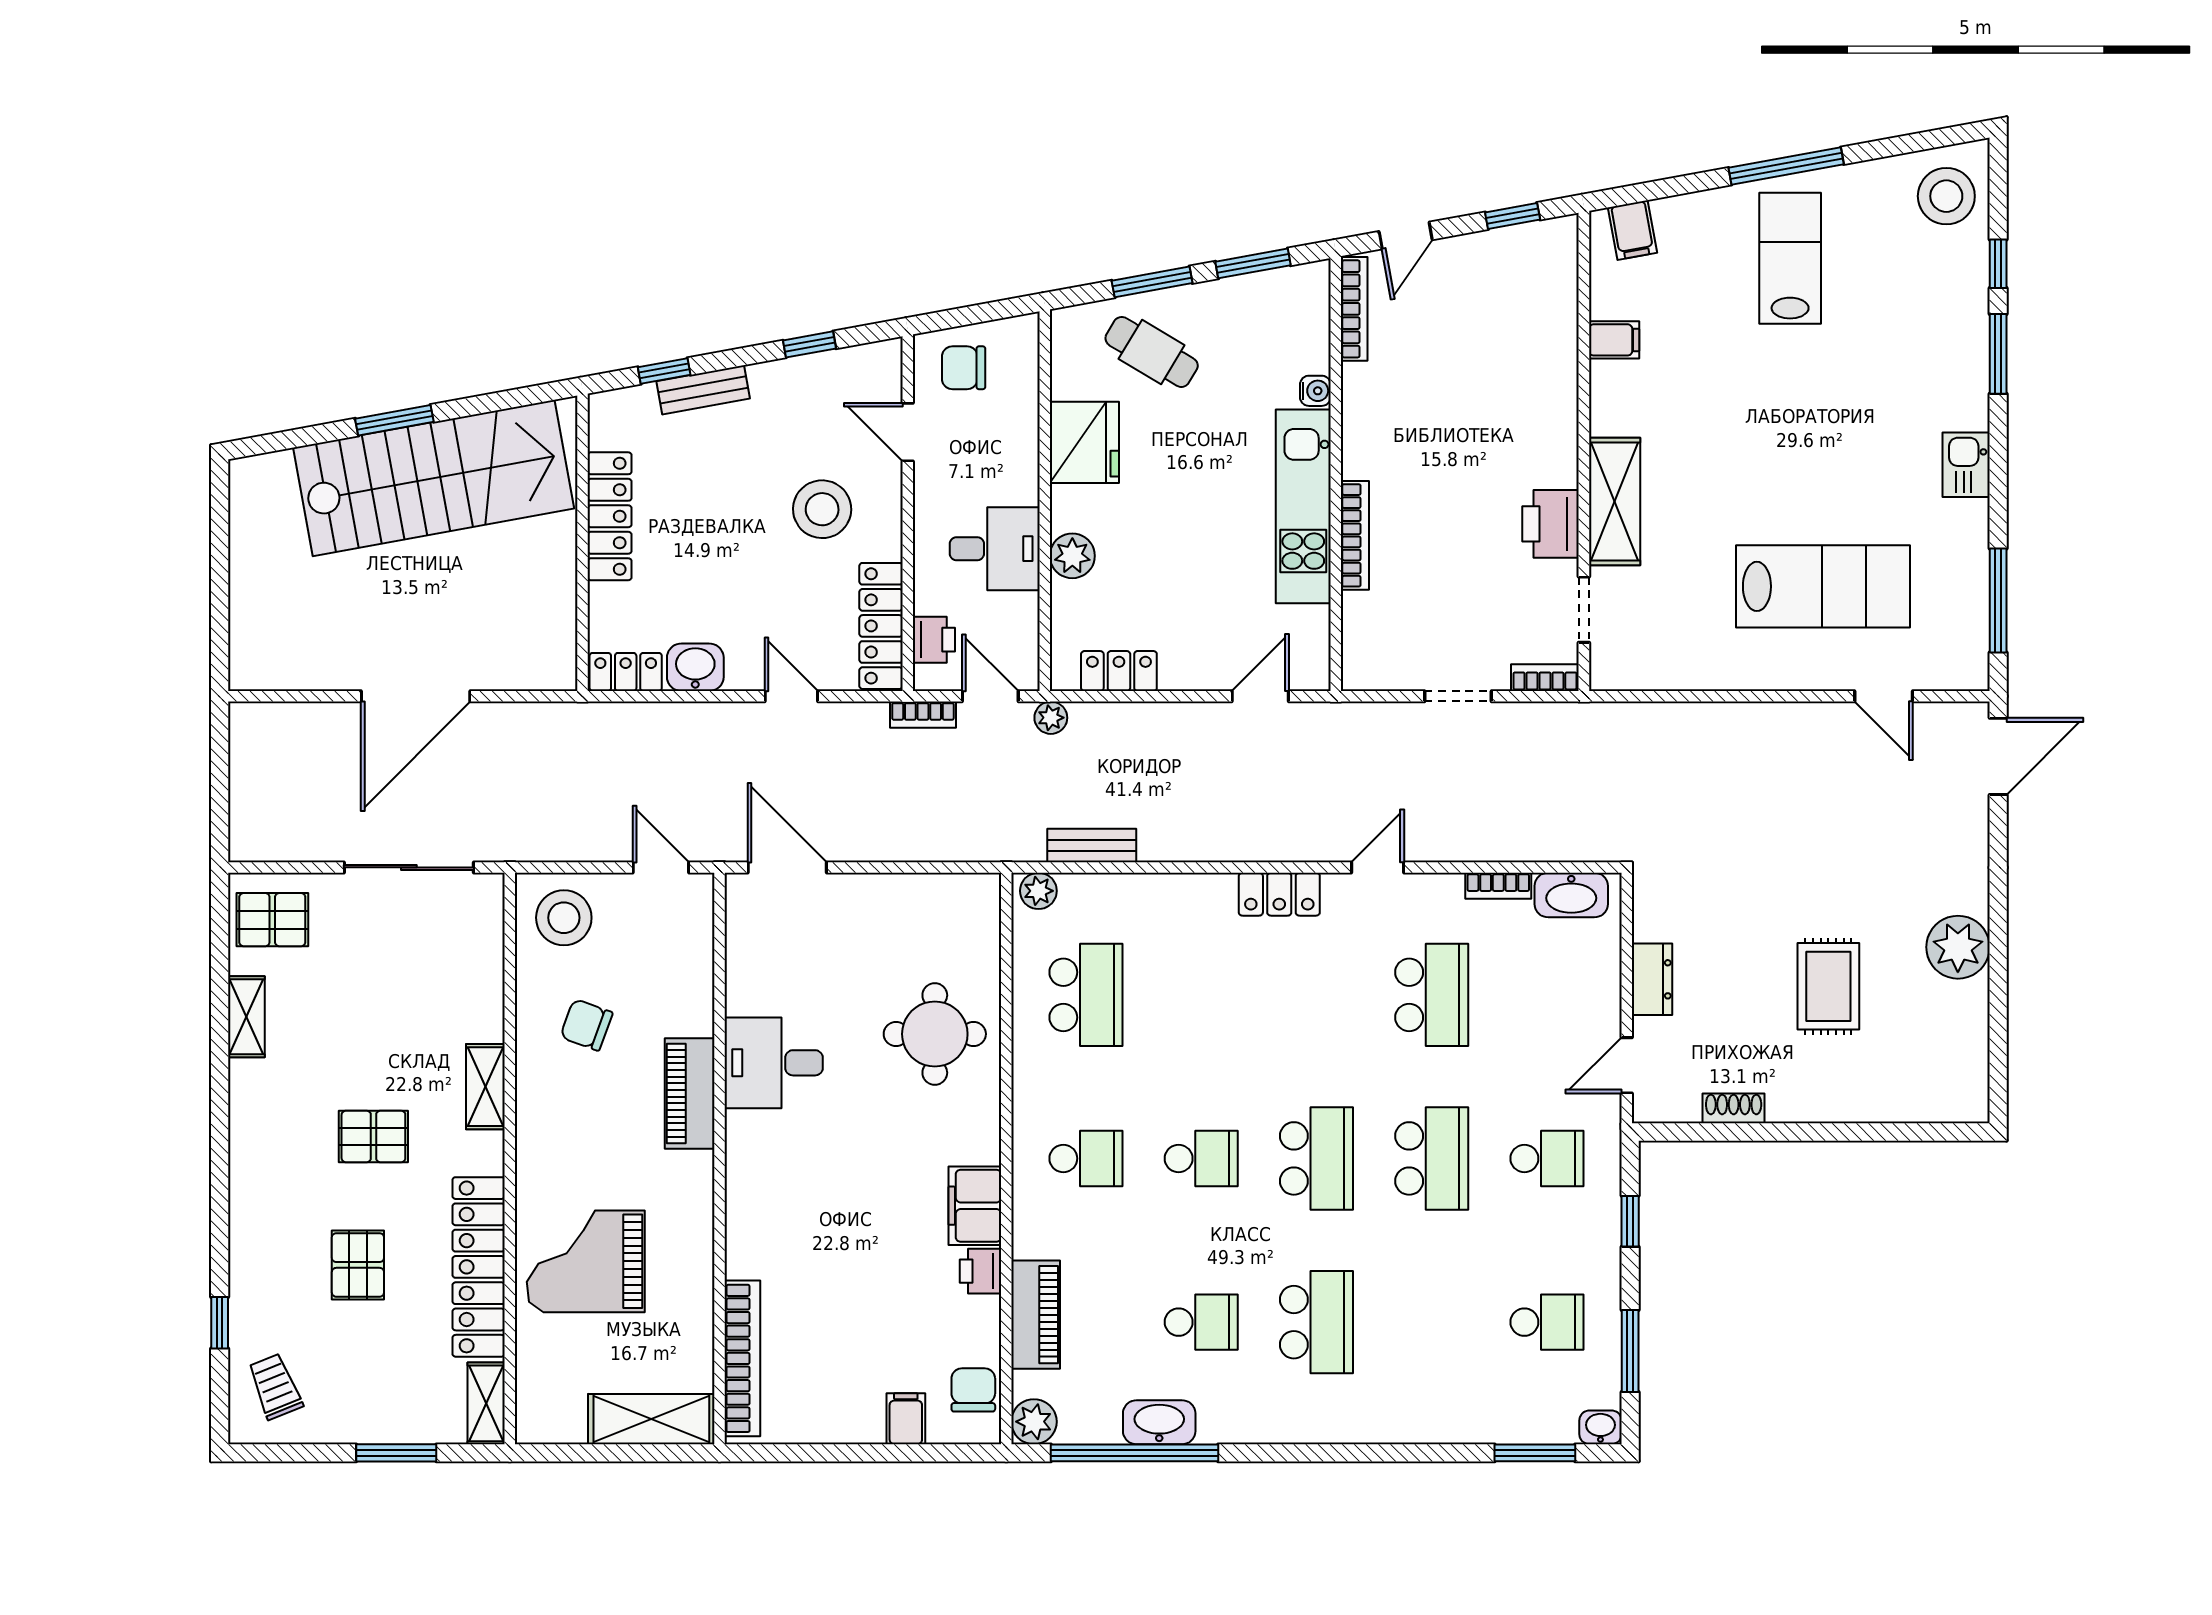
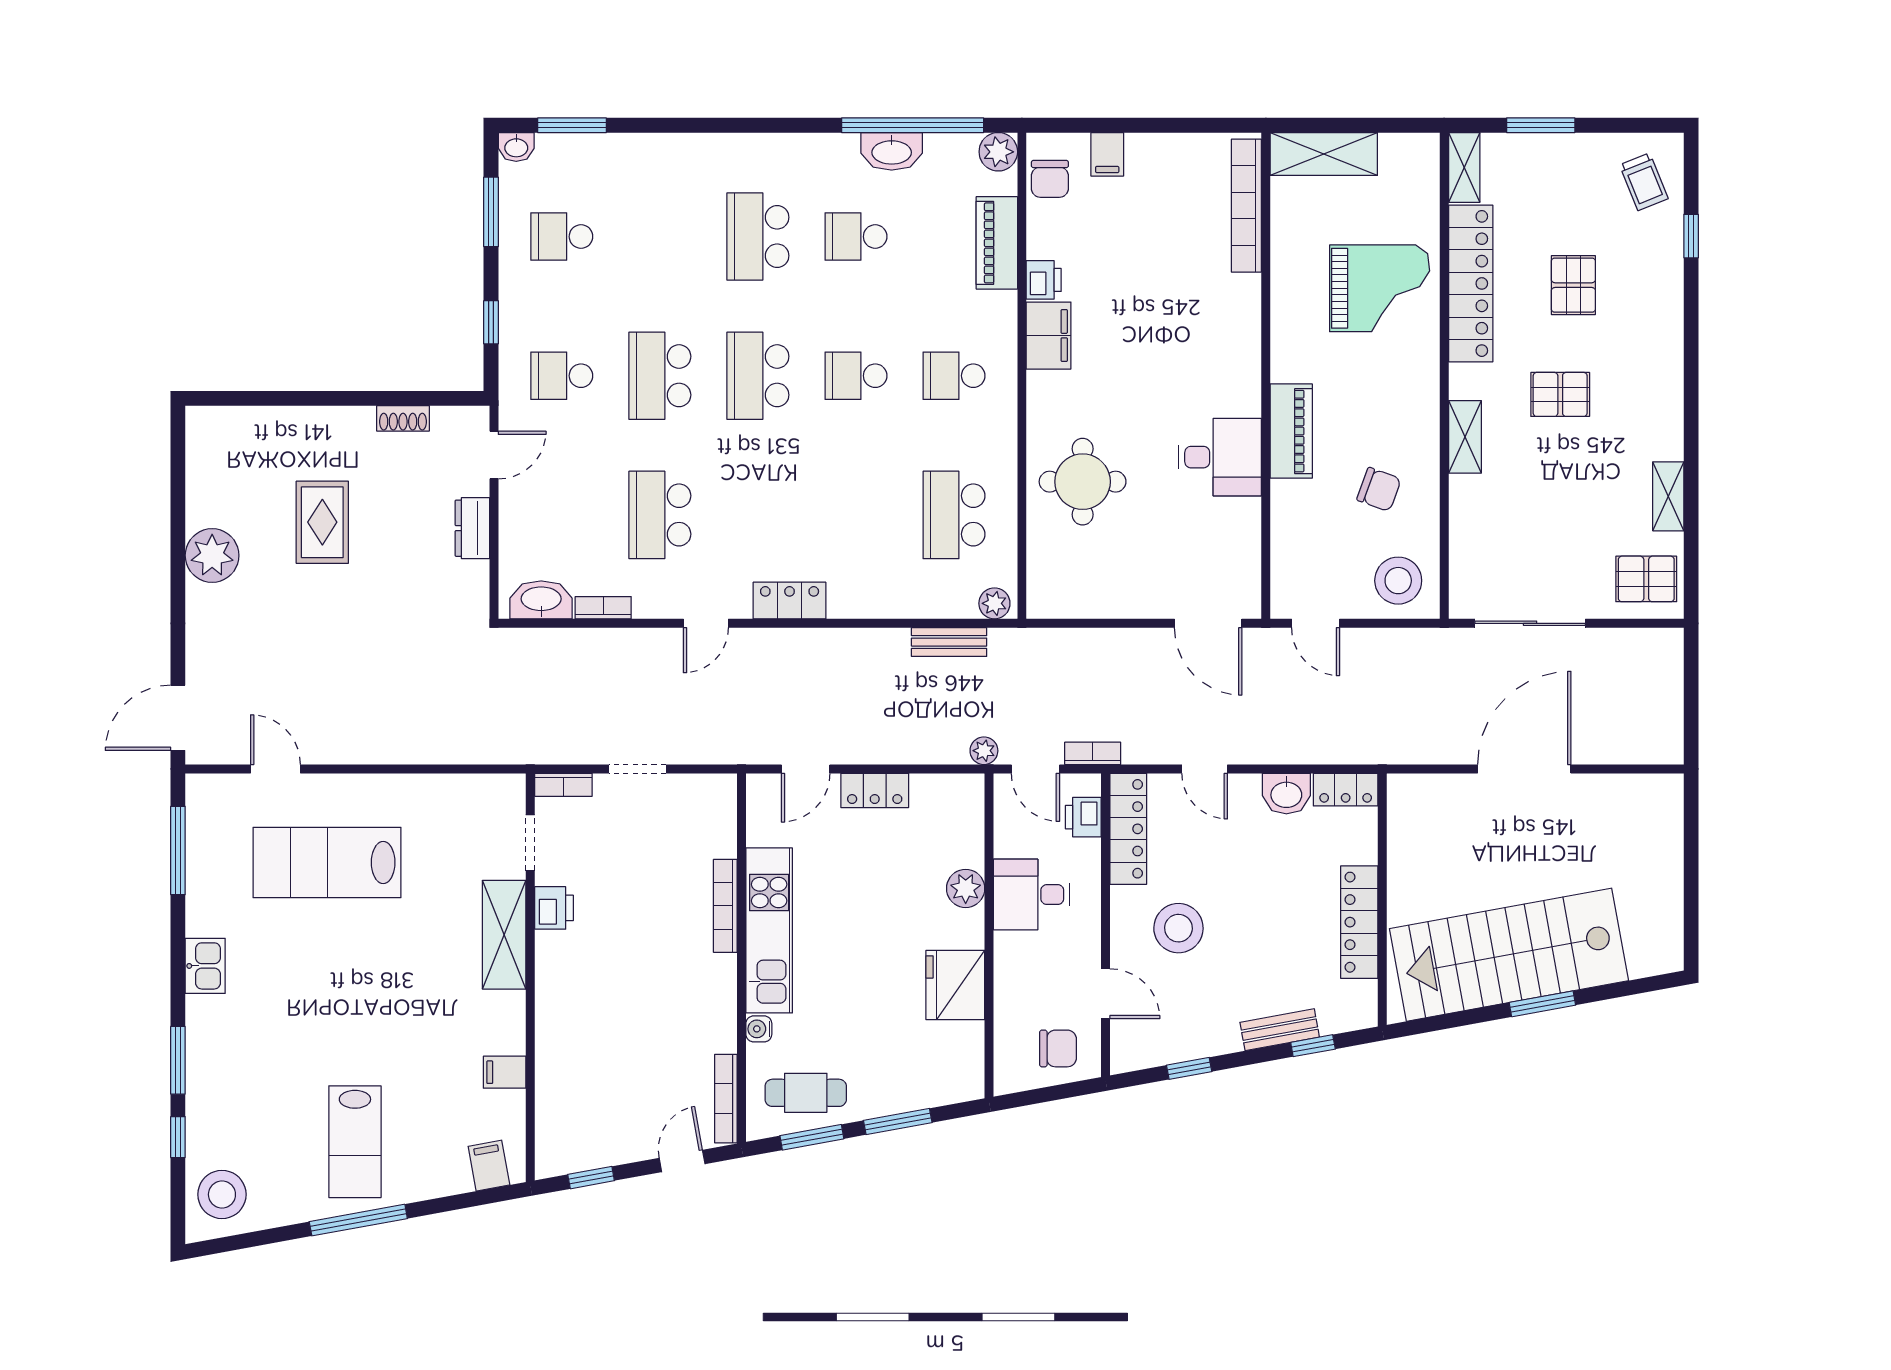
cafe table: (1152, 352) -> (806, 1093), moved, turned -31
printer: (1551, 524) -> (554, 908), width x0.73, depth x0.81
locker: (1119, 671) -> (875, 790), moved

